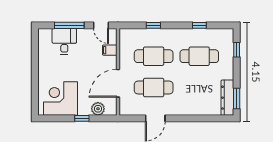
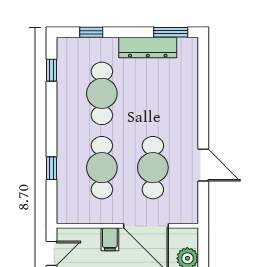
window: (199, 25) -> (52, 70), moved
filing cabinet: (110, 50) -> (110, 239), moved
dresser: (227, 98) -> (148, 48), moved

